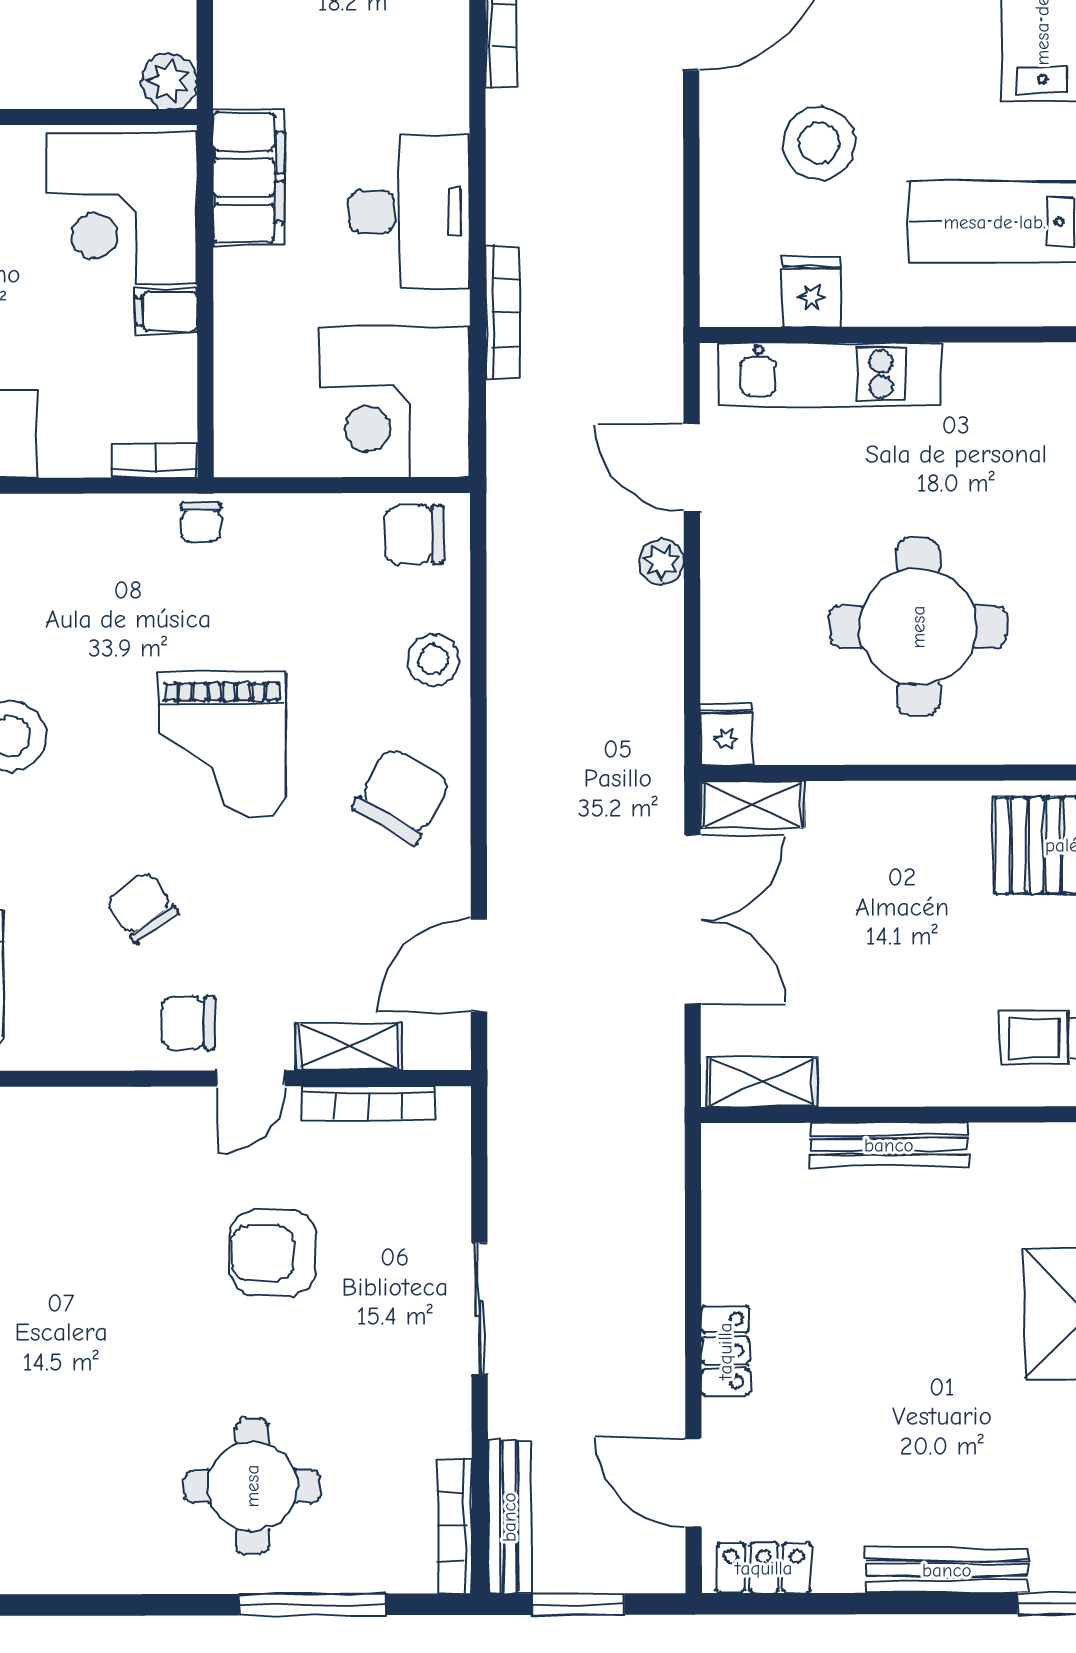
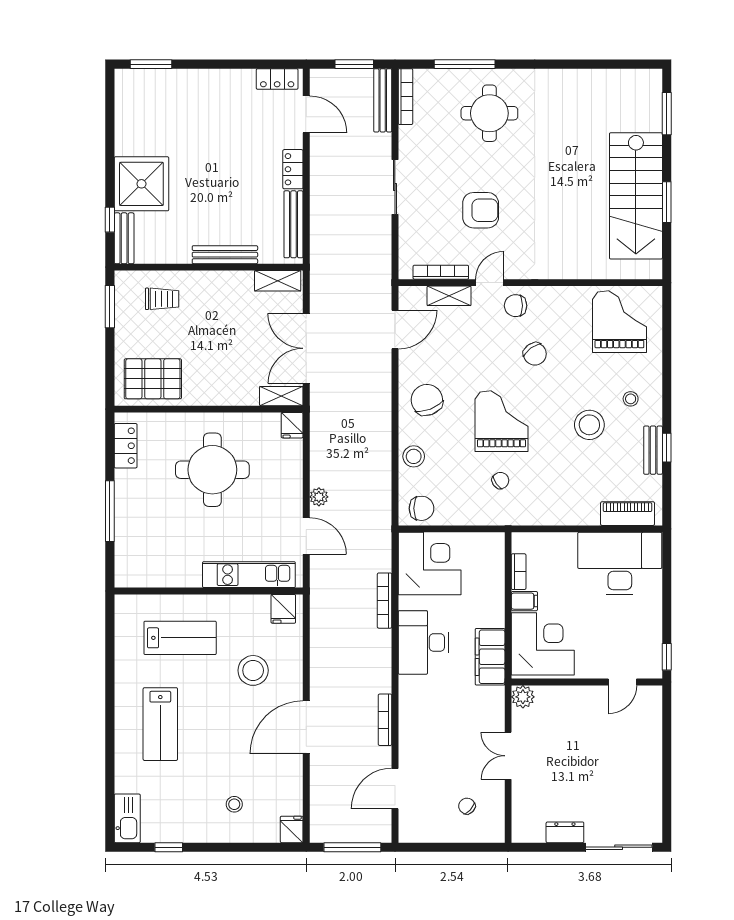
fridge: (812, 292) -> (283, 609), moved
bookcase: (154, 460) -> (519, 572), moved, turned -90
chair: (201, 522) -> (500, 481), moved, turned 55
chair: (402, 796) -> (427, 400), turned 128
chair: (189, 1023) -> (516, 306), turned 180
bench: (947, 1570) -> (293, 224), moved, turned 90

